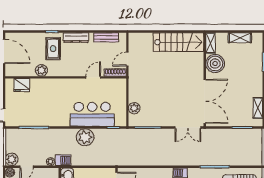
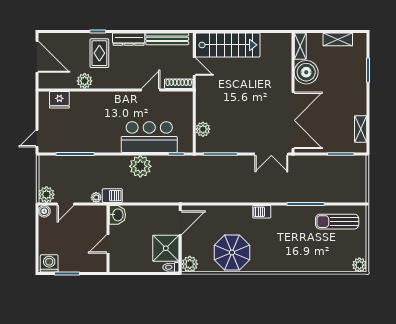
bench: (106, 37) -> (167, 39), width x1.36
stairs: (178, 42) -> (228, 45), moved
door: (127, 59) -> (194, 67), swing flipped

